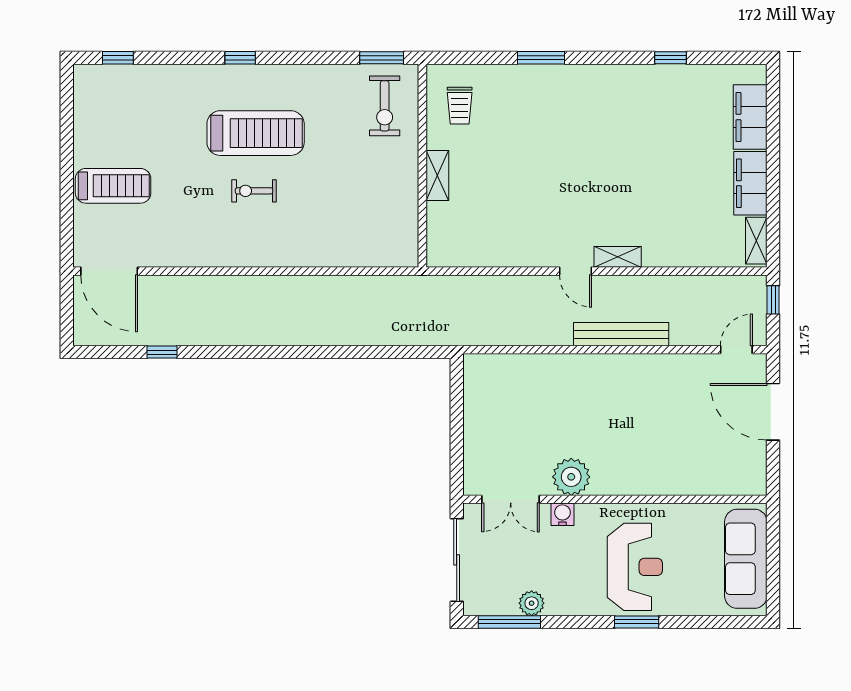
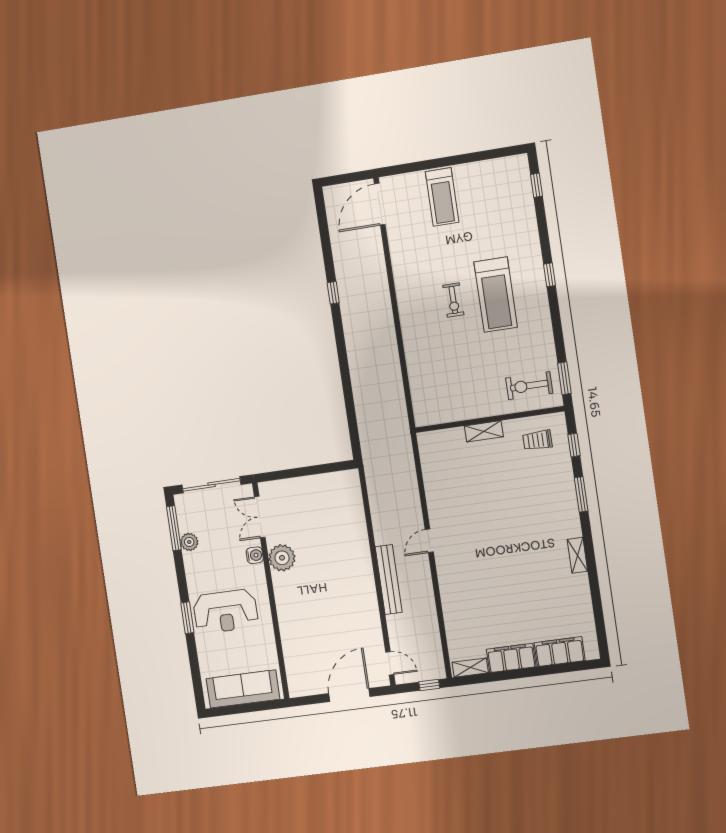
window: (671, 58) -> (574, 445), moved
exercise bike: (254, 191) -> (453, 300), turned 180
shelving: (618, 257) -> (577, 555), moved
window: (162, 352) -> (333, 293), moved

